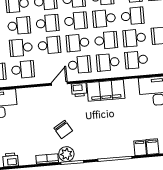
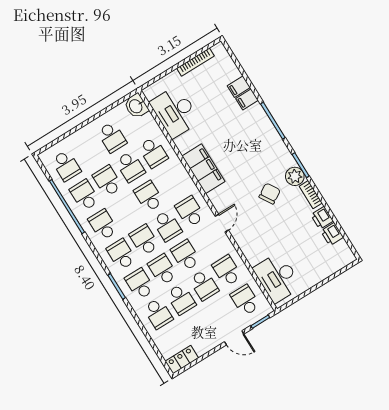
school desk: (104, 18) -> (126, 211), removed
school desk: (19, 26) -> (181, 299), turned 180
school desk: (108, 62) -> (172, 182), removed
door: (59, 84) -> (222, 223), swing flipped
printer: (79, 90) -> (322, 218), moved, turned 180

